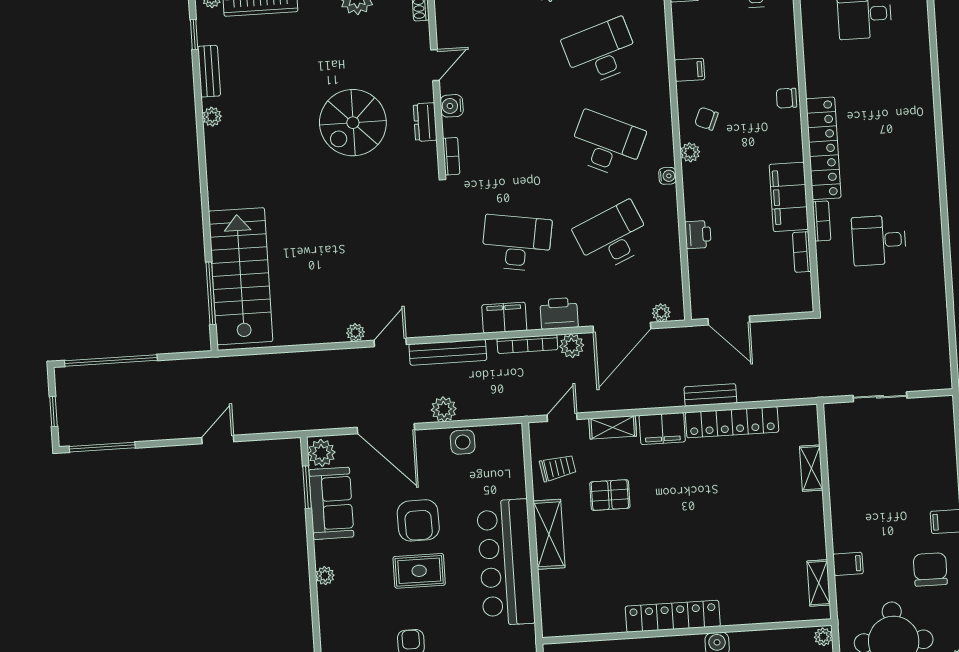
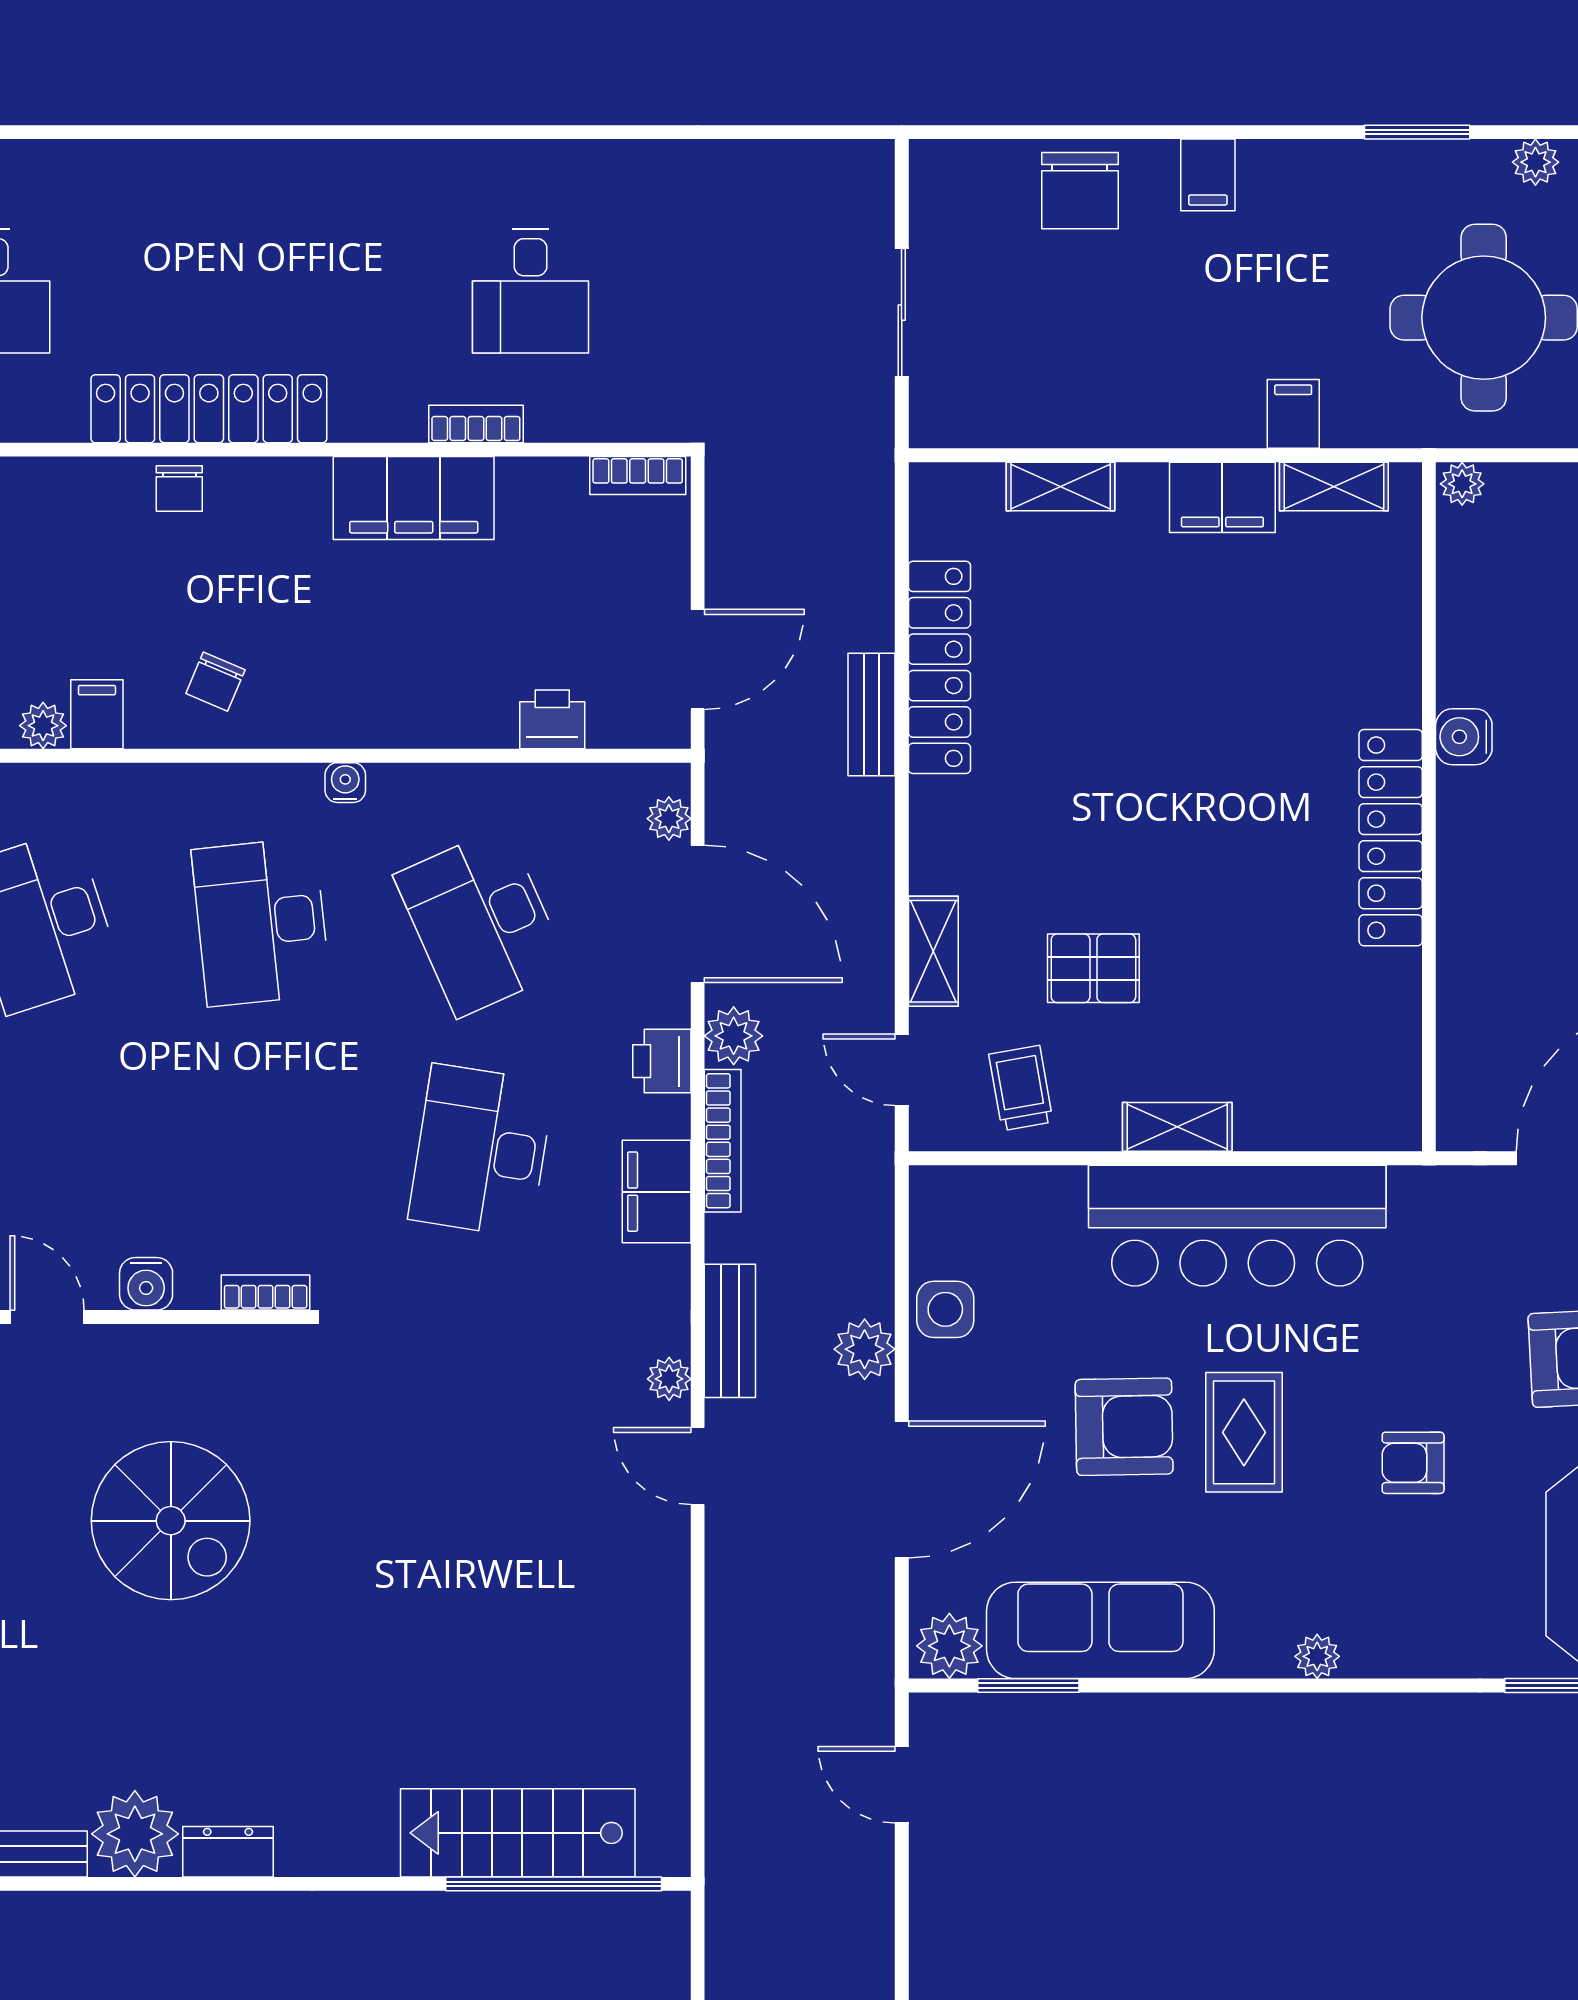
plant: (212, 117) -> (135, 1834), width x1.88, depth x1.88
dresser: (425, 122) -> (228, 1852), moved, turned 180
desk: (607, 144) -> (261, 922), turned -30
locker: (823, 148) -> (209, 409), moved
plant: (690, 152) -> (43, 726), moved
printer: (698, 235) -> (552, 719), moved
bookcase: (802, 252) -> (638, 476), moved
stairs: (241, 276) -> (518, 1833), width x0.73, depth x0.66
window: (211, 293) -> (554, 1884), width x1.46
printer: (559, 313) -> (662, 1061), width x0.73, depth x0.81
plant: (356, 333) -> (669, 1379), moved
bench: (448, 352) -> (730, 1331), width x0.73
filing cabinet: (662, 429) -> (1222, 497), moved, turned 90
door: (218, 440) -> (902, 1785), moved
pallet: (610, 495) -> (1093, 968), turned 90
sofa: (331, 503) -> (1100, 1630), width x1.36
shelving: (549, 534) -> (1177, 1127), width x0.67, depth x0.75
chair: (930, 569) -> (1080, 191), moved, turned -90
plant: (325, 576) -> (1317, 1656), moved

